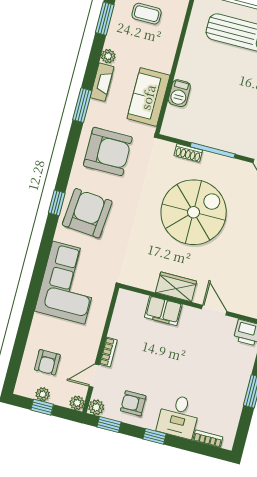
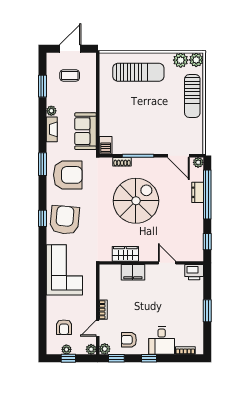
barbecue: (179, 93) -> (106, 145), moved
window: (82, 105) -> (42, 164), moved
wardrobe: (176, 287) -> (125, 254), moved

